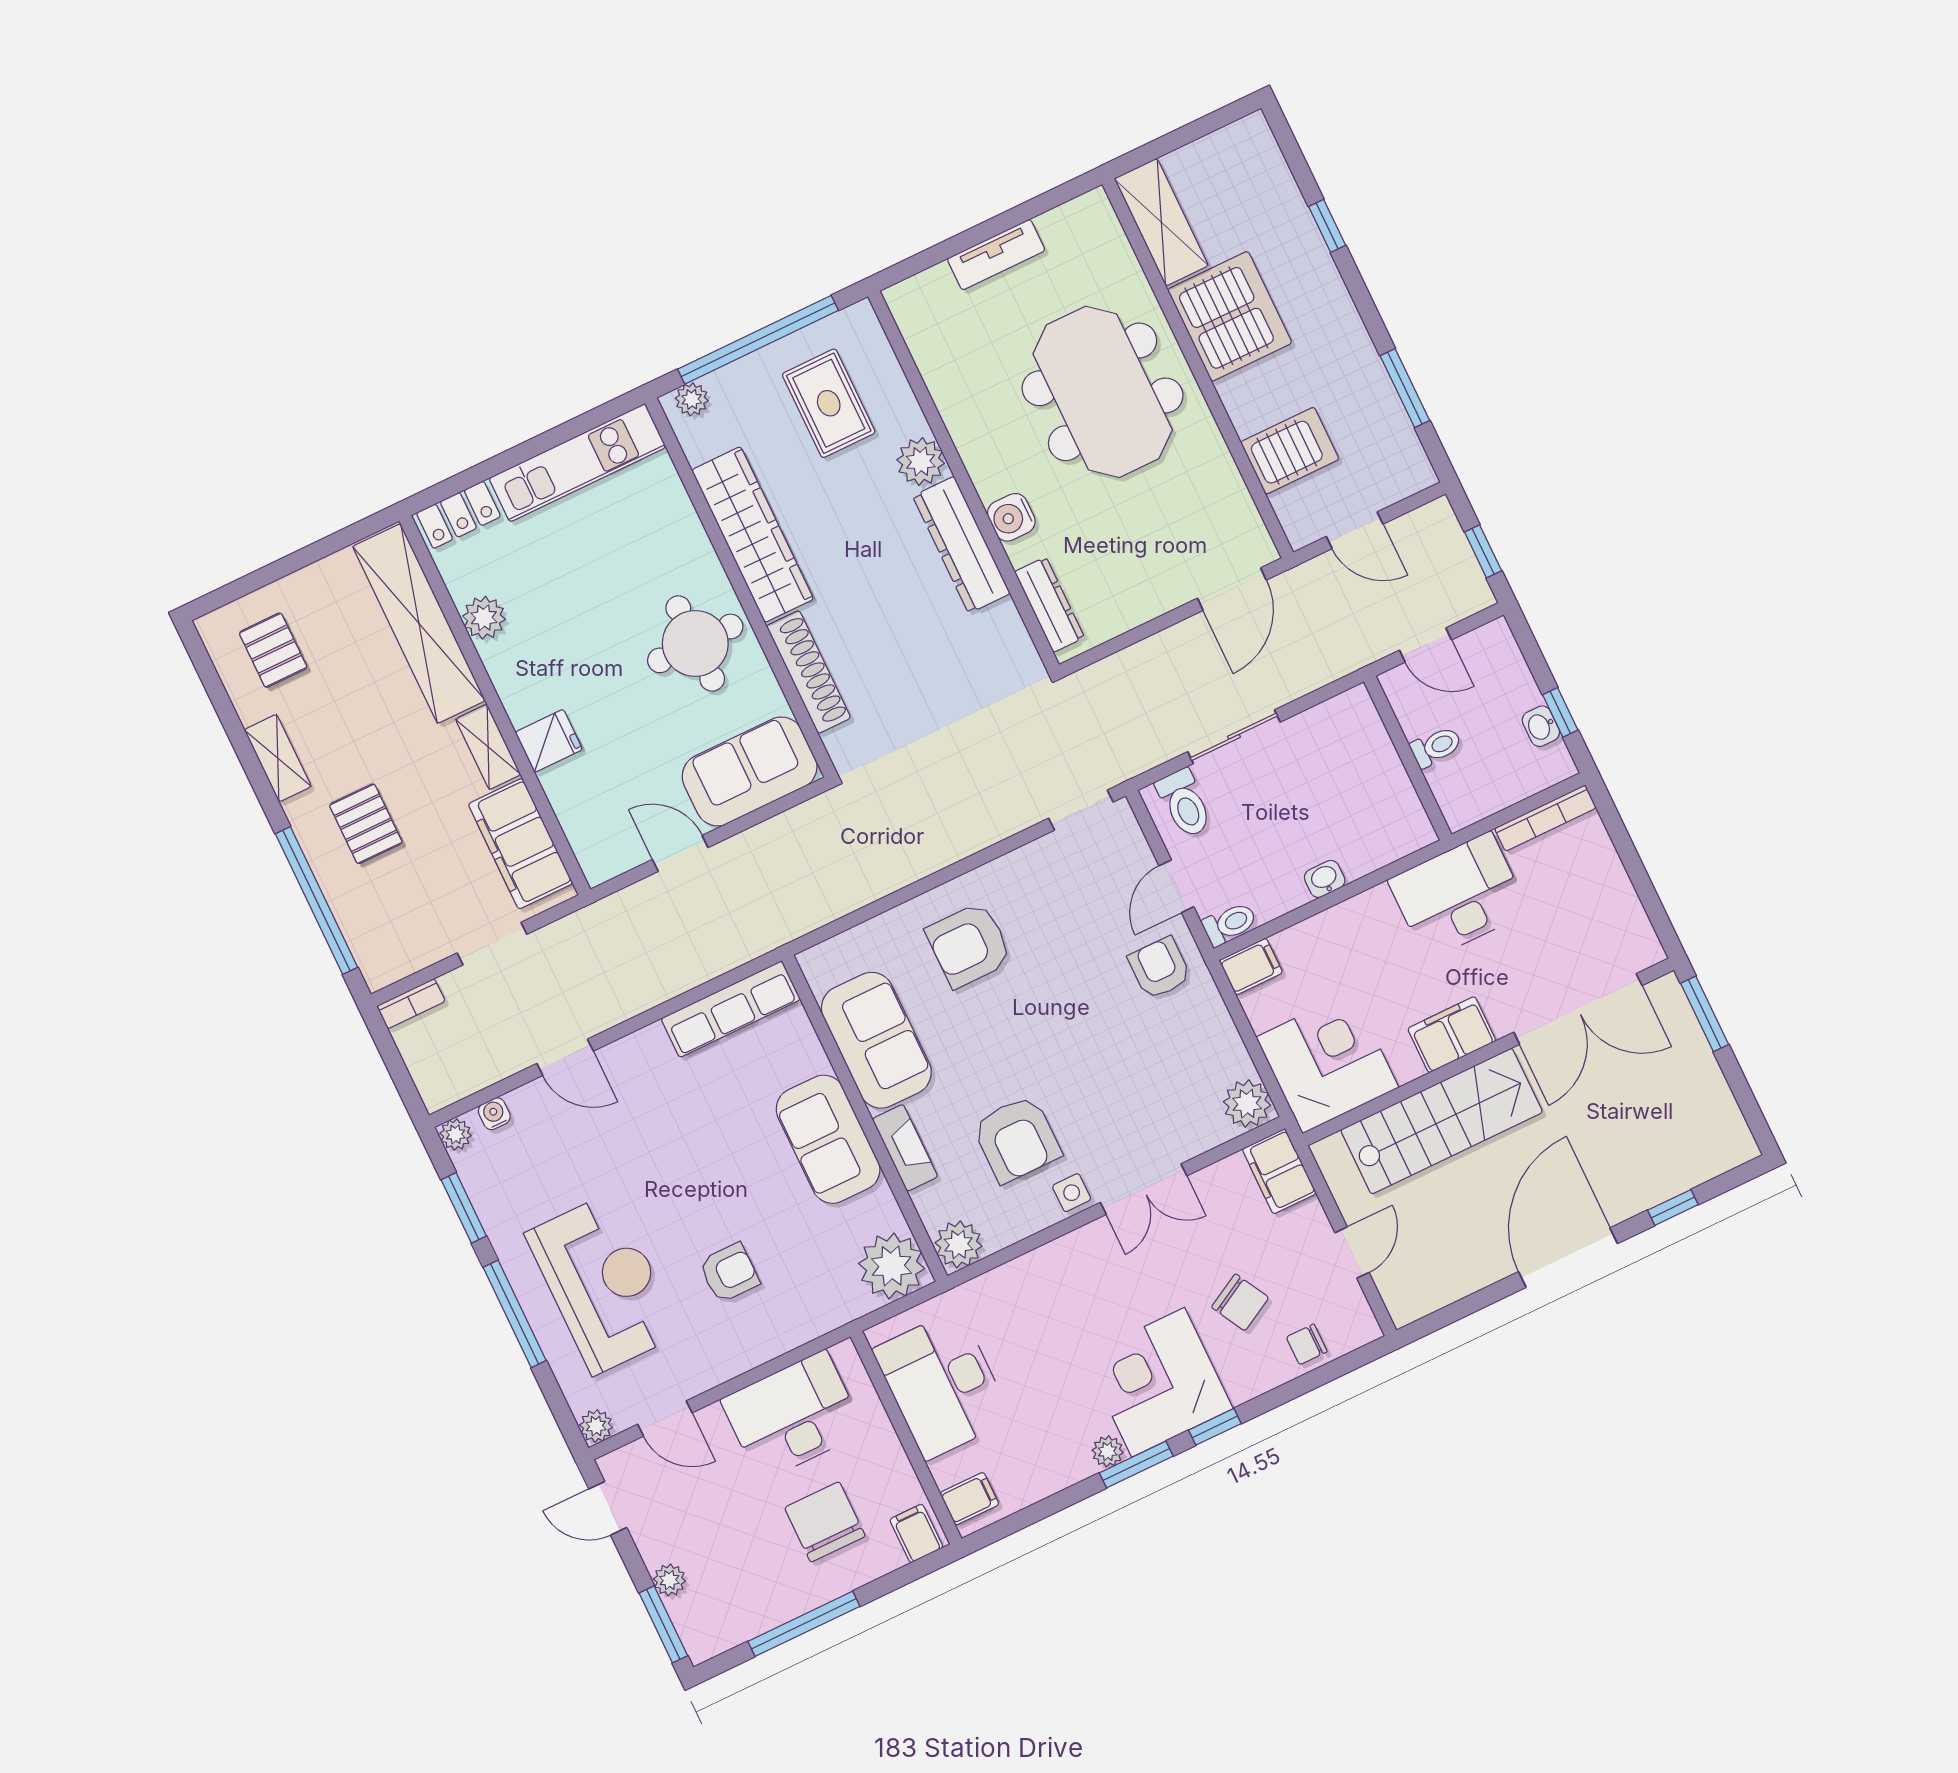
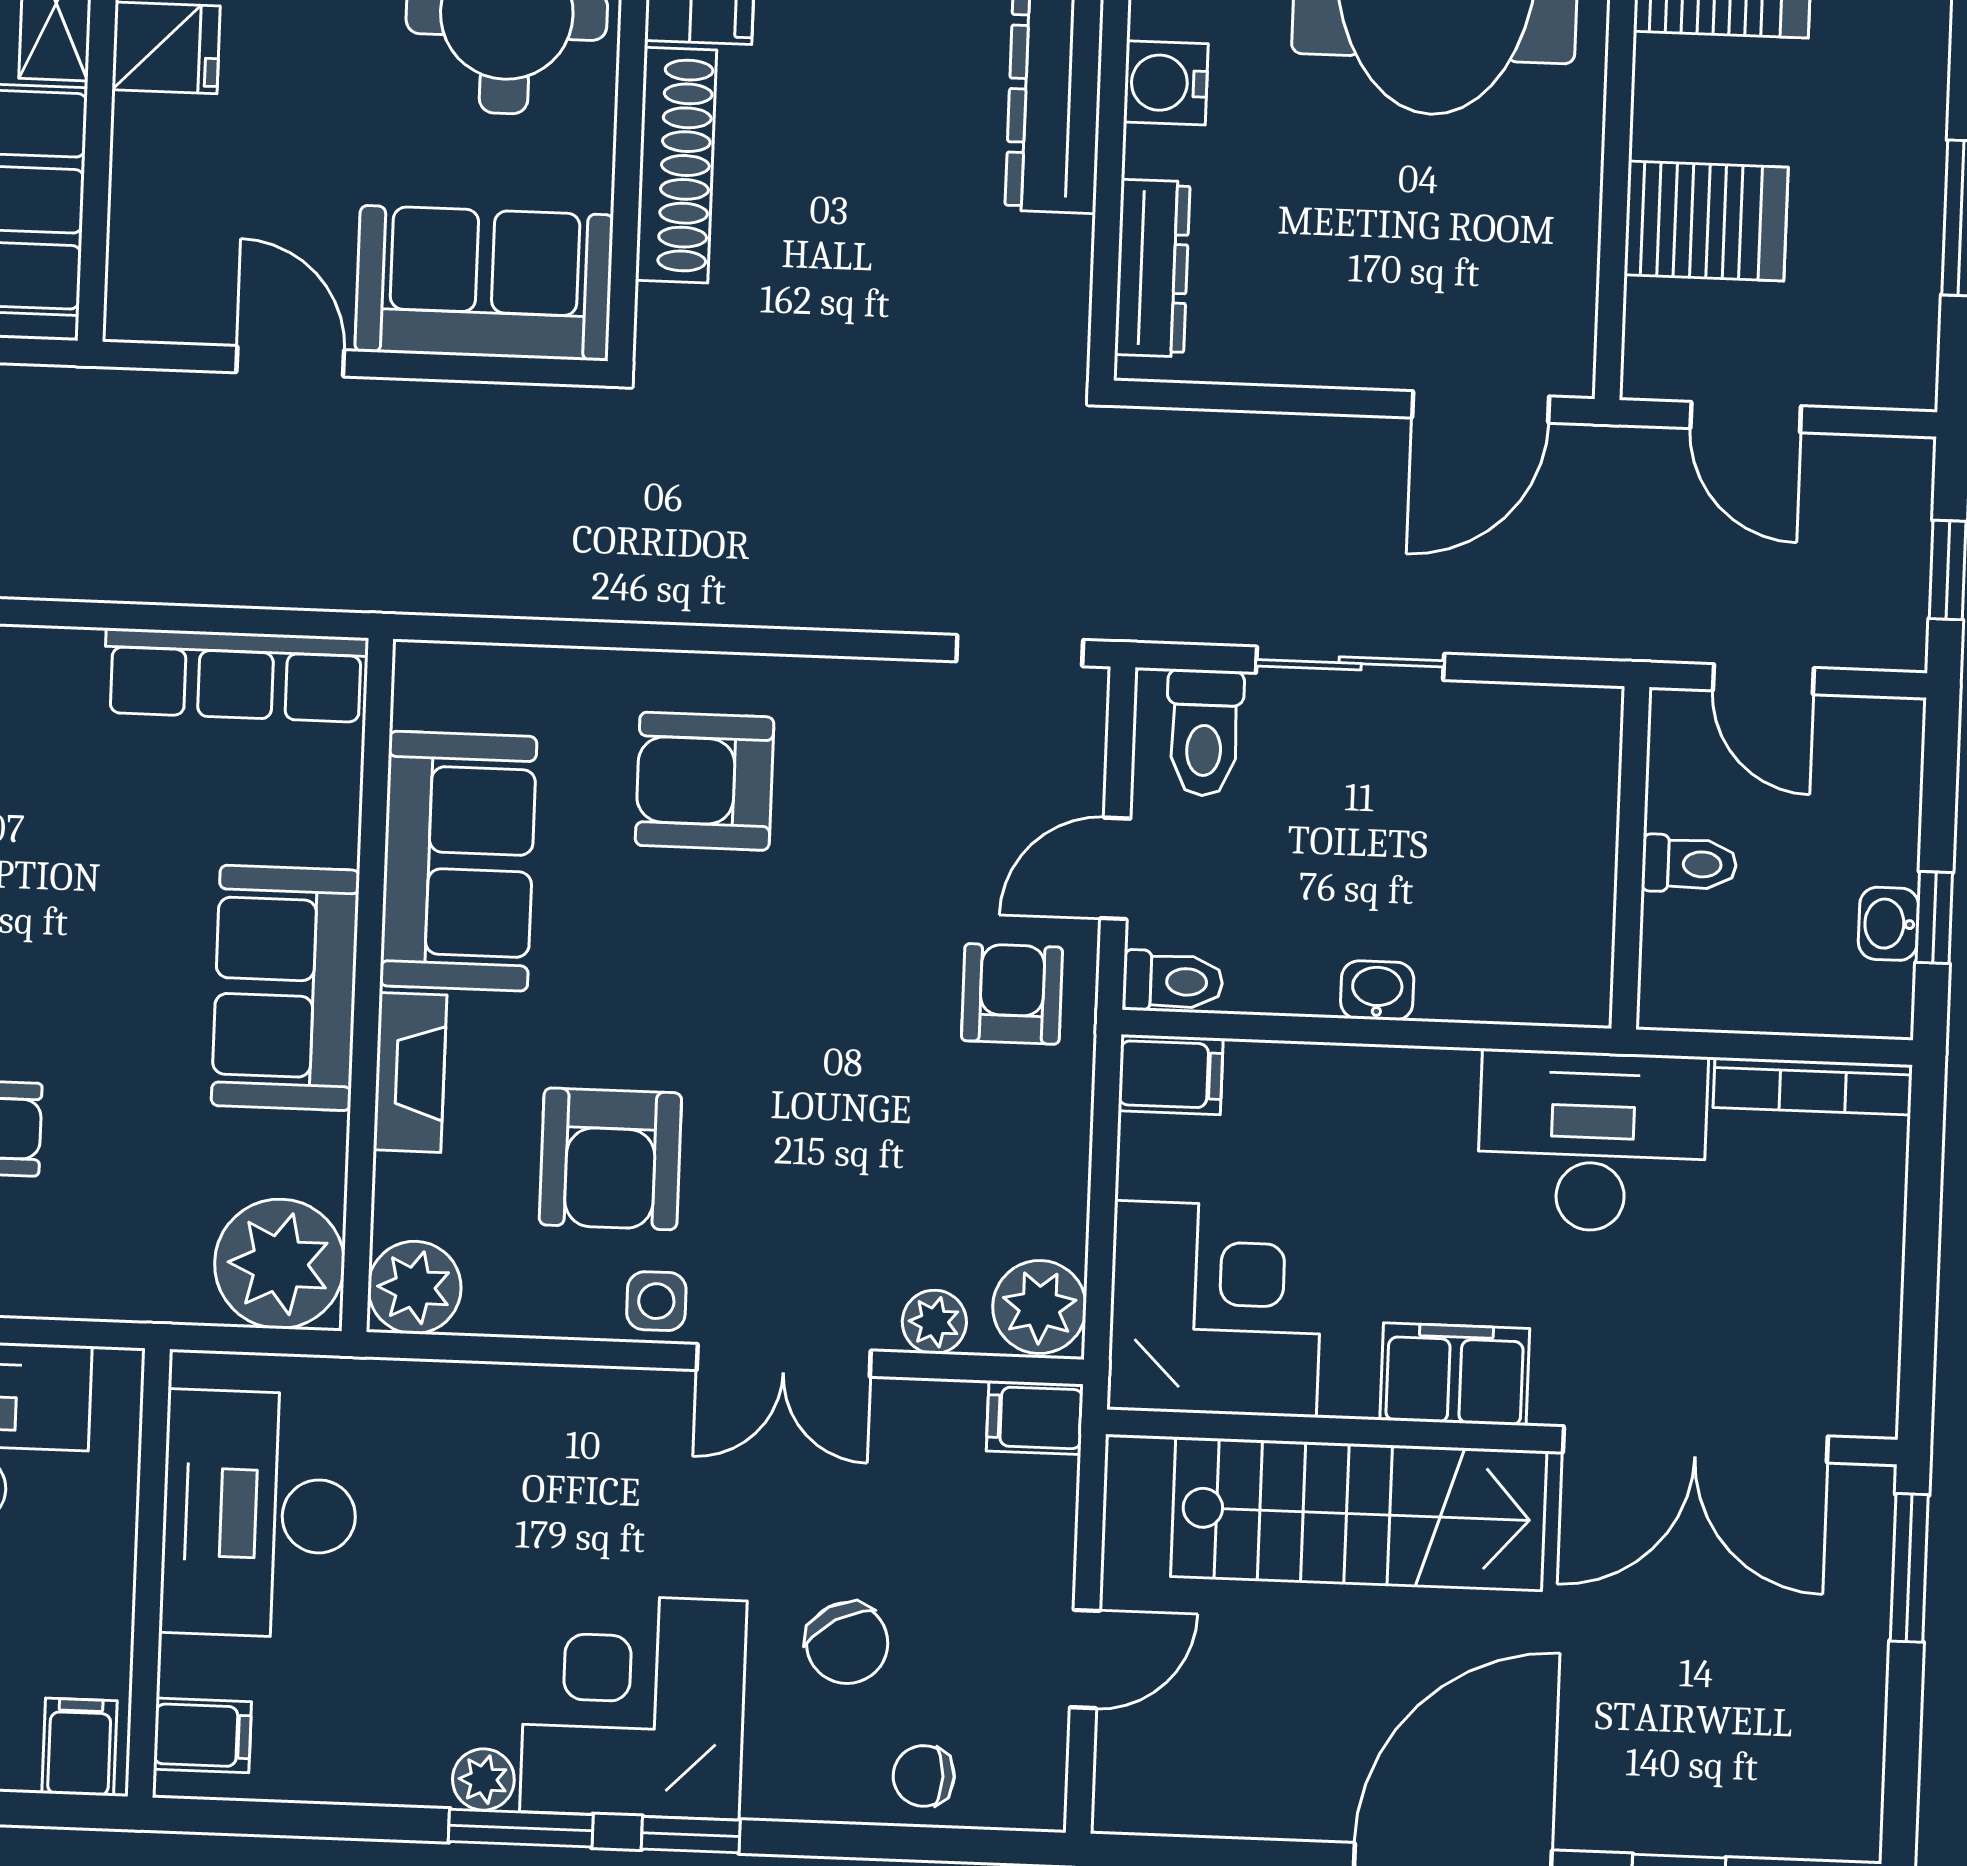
plant: (1203, 1136) -> (934, 1322), added
filing cabinet: (1279, 1171) -> (1035, 1418), width x0.50

